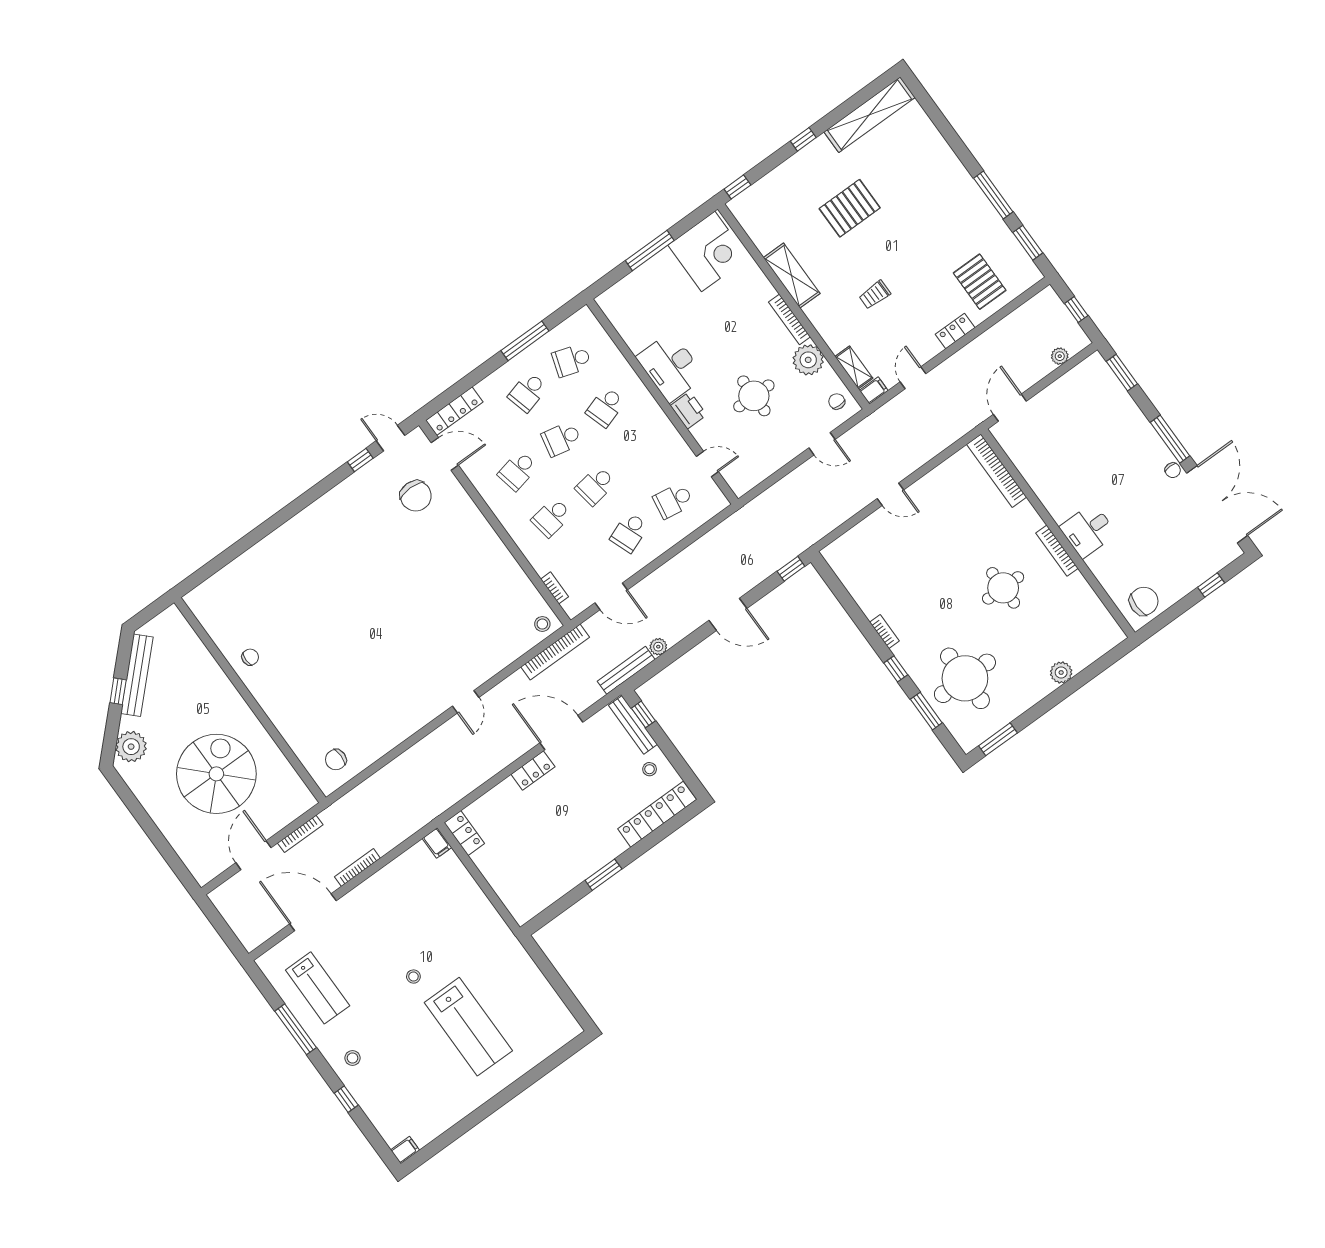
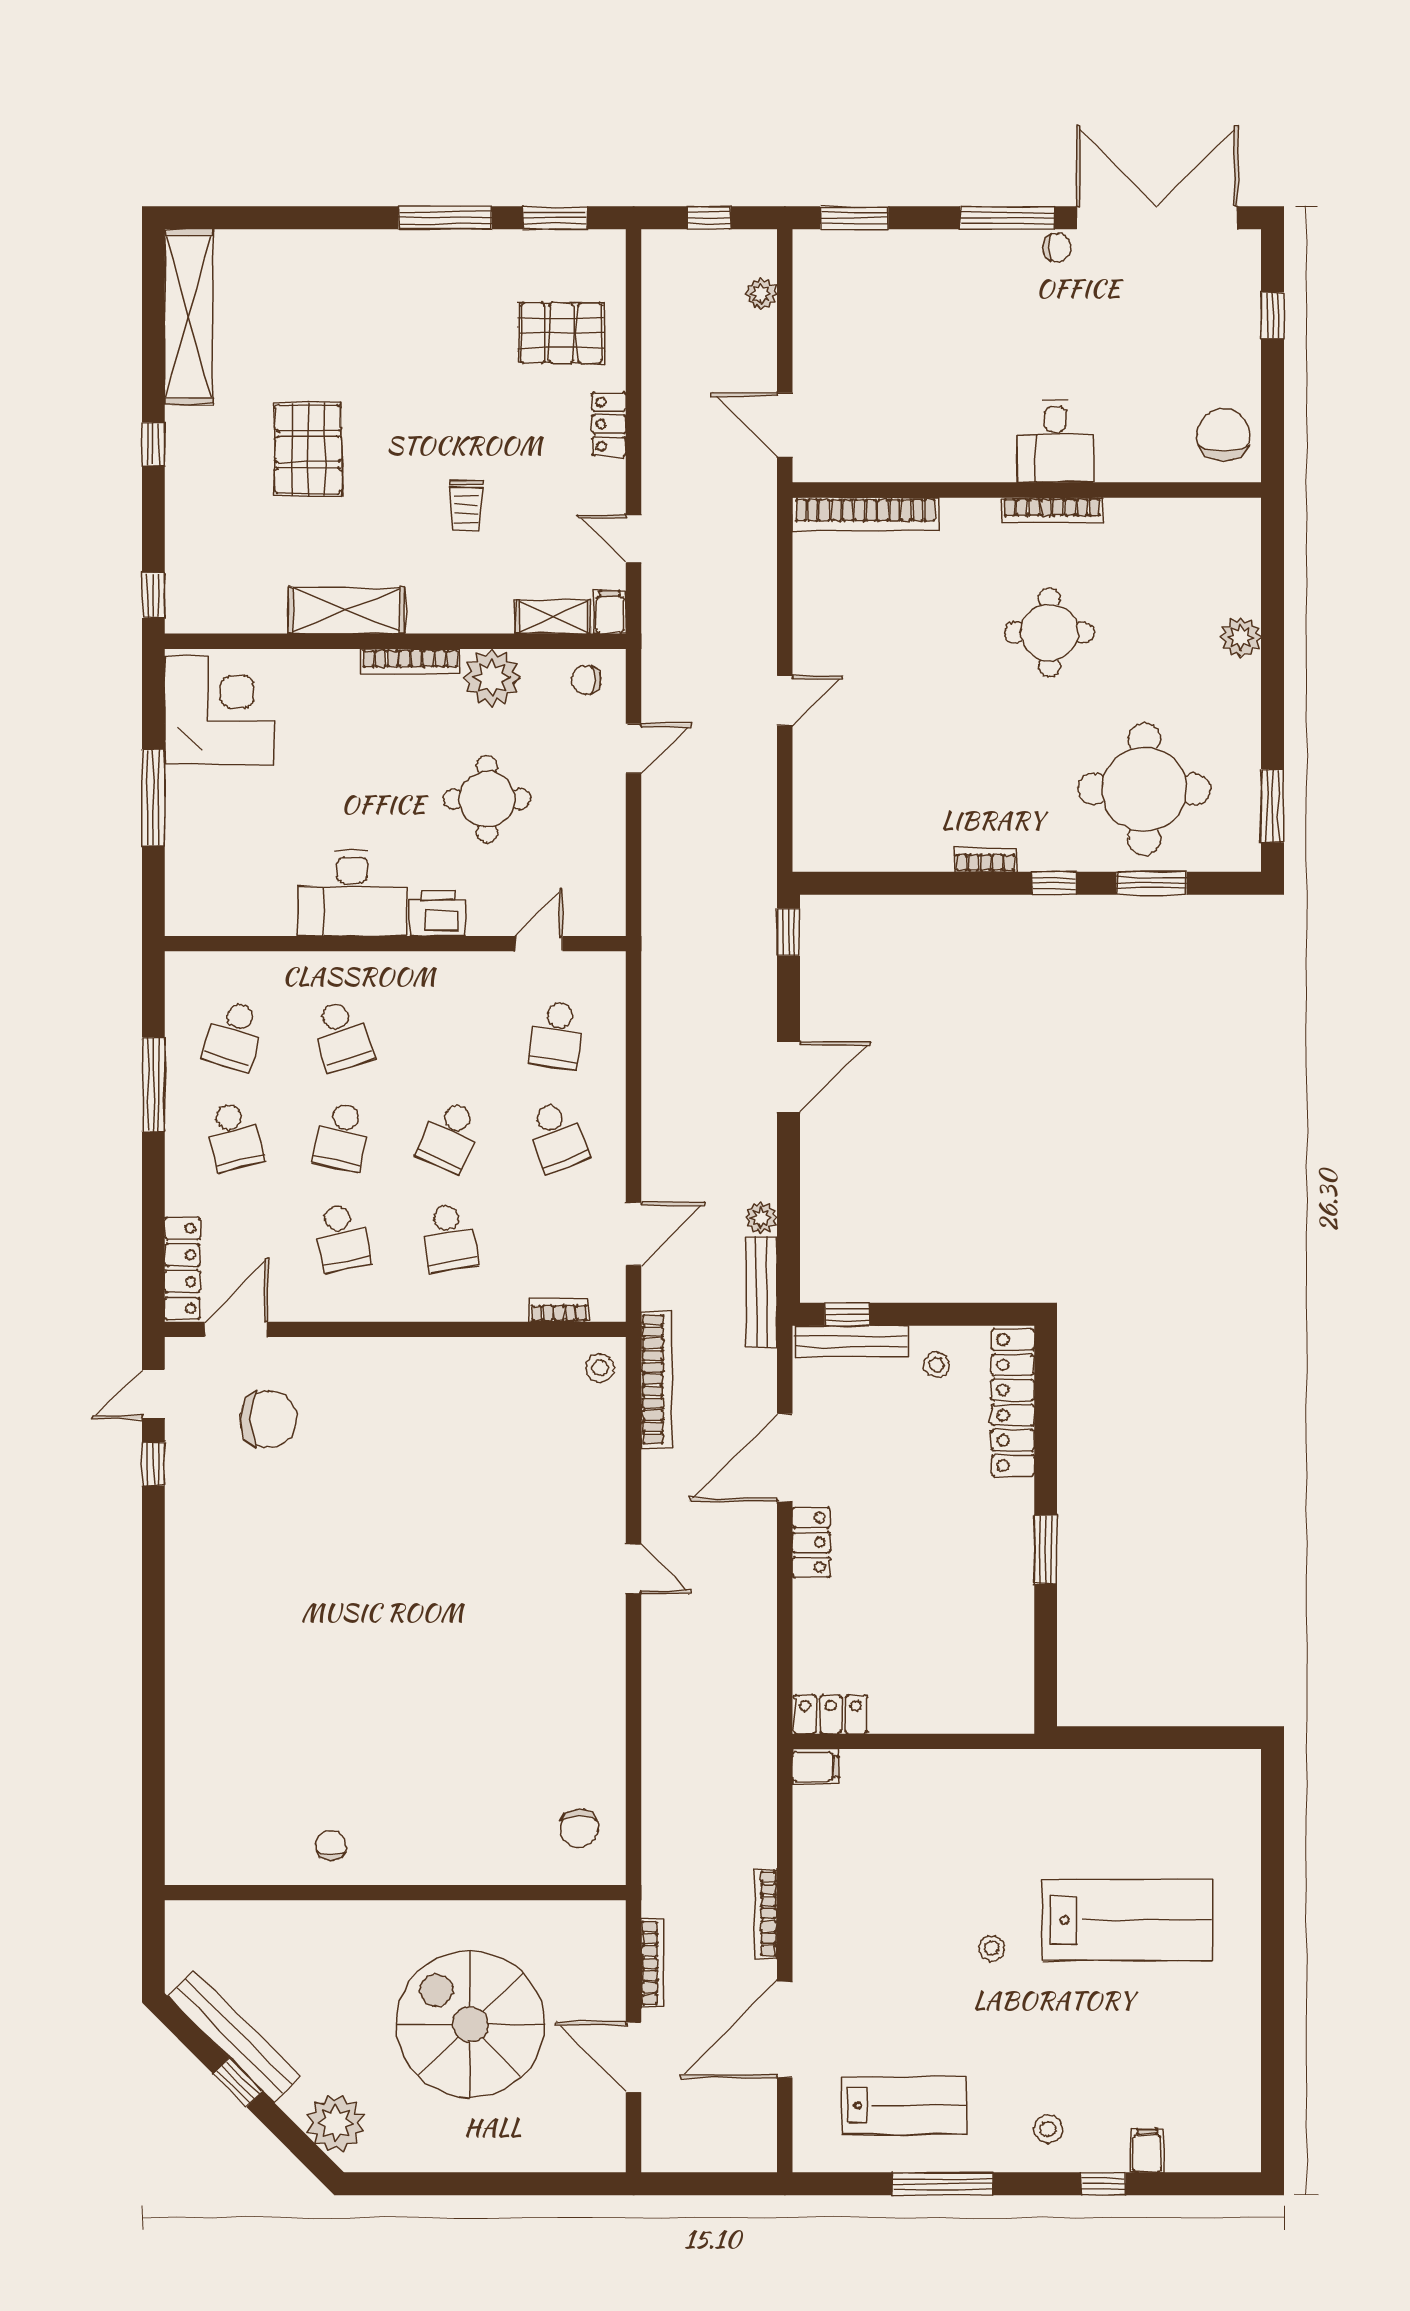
school desk: (595, 486) -> (449, 1137), turned 33
filing cabinet: (405, 1150) -> (1147, 2151), moved

